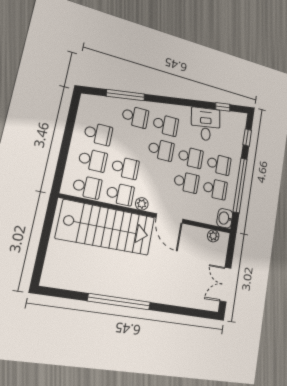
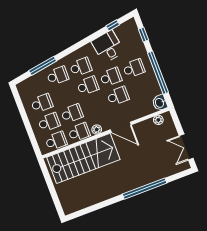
school desk: (215, 189) -> (141, 87), removed
window: (119, 302) -> (145, 189), moved

